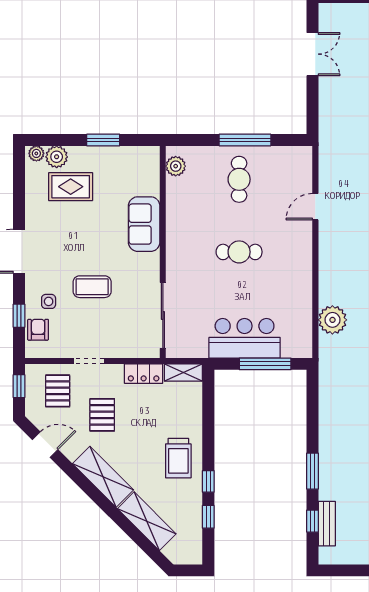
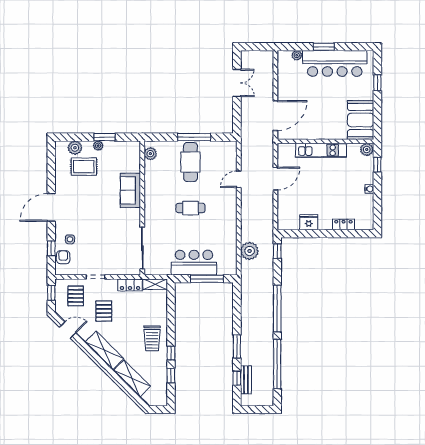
plant: (36, 153) -> (98, 146), moved
cafe table: (239, 179) -> (190, 162), width x1.37, depth x1.35
coffee table: (92, 287) -> (97, 230), removed

